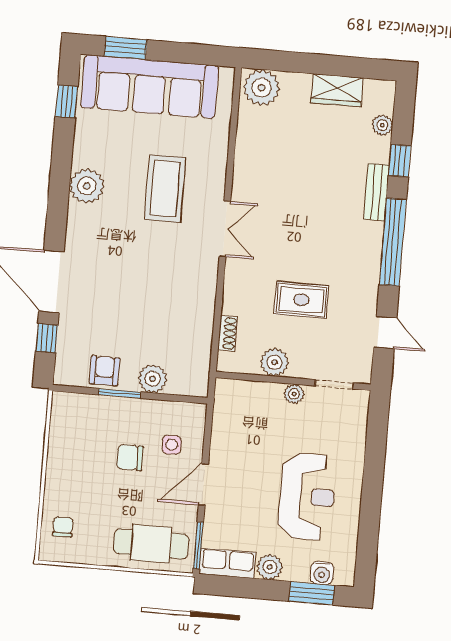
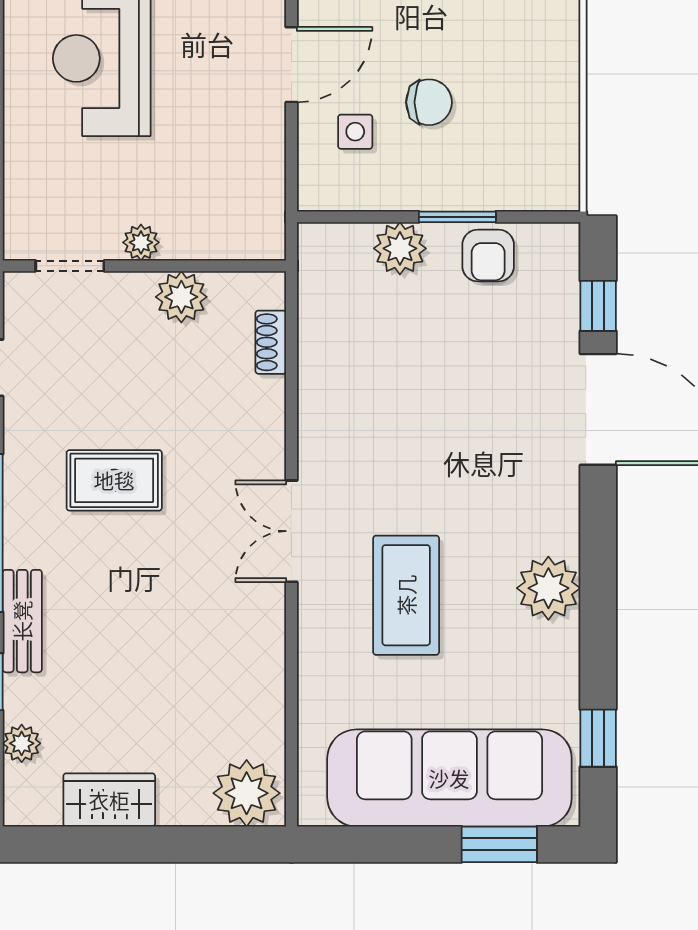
rug: (301, 300) -> (114, 480), moved

